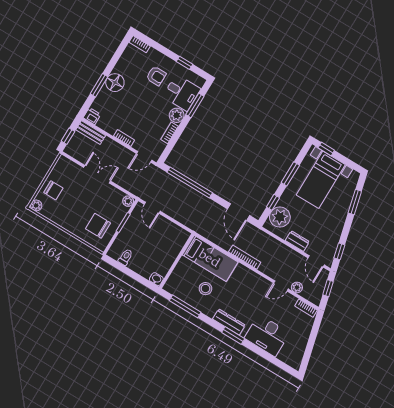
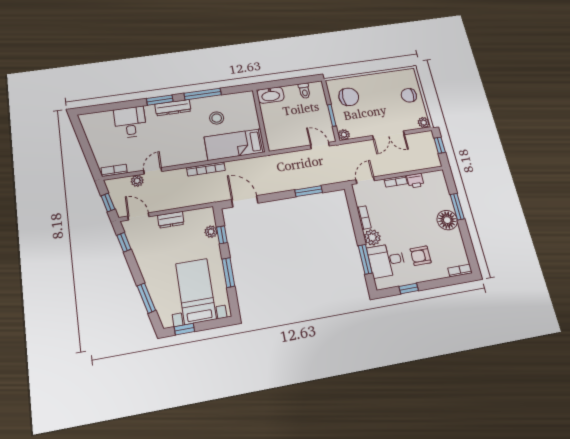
printer: (92, 116) -> (415, 181), moved
bench: (91, 133) -> (426, 163), removed
window: (326, 149) -> (184, 329), moved
window: (190, 183) -> (309, 191), width x0.47
plant: (36, 205) -> (424, 123), moved
plant: (280, 217) -> (211, 232), width x0.53, depth x0.53
washbasin: (156, 279) -> (270, 95), width x1.91, depth x1.45
window: (185, 306) -> (203, 94), moved
desk: (267, 335) -> (130, 122), width x0.73

